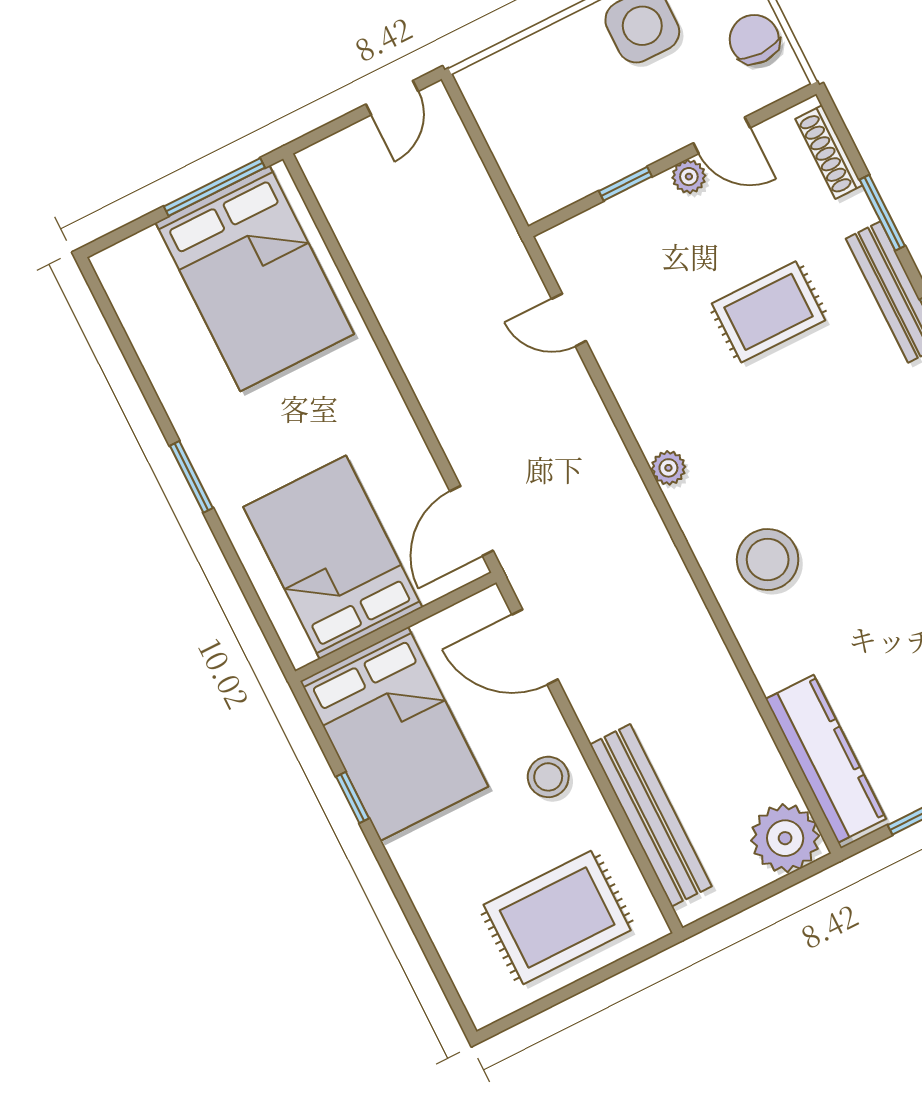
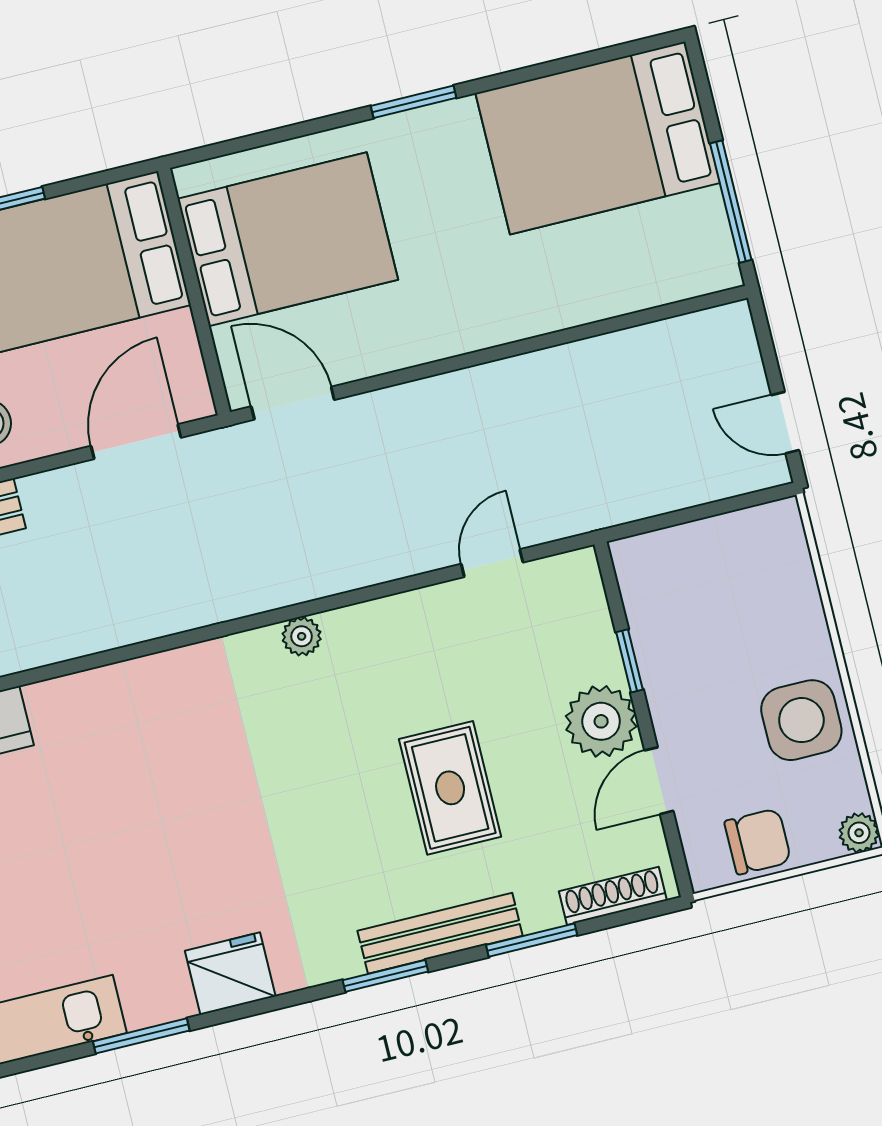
plant: (689, 177) -> (601, 721), width x1.88, depth x1.88
bed: (255, 278) -> (598, 138), moved
stool: (768, 559) -> (174, 724), removed

